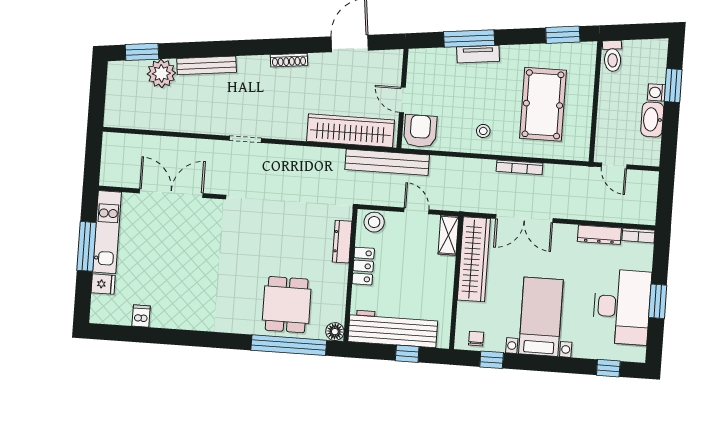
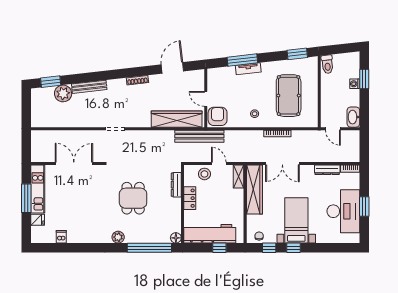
washbasin: (652, 119) -> (353, 117), moved
stool: (374, 222) -> (204, 174), moved
dining table: (287, 305) -> (133, 198), moved
plant: (237, 323) -> (118, 237), added
window: (608, 368) -> (294, 248), moved

